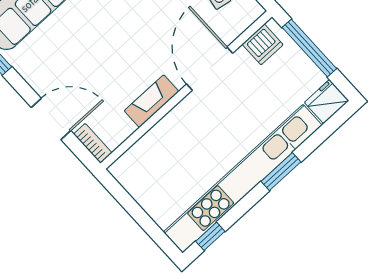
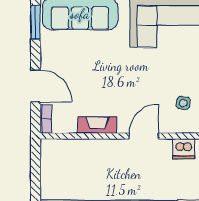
door: (210, 69) -> (144, 136), width x0.73

